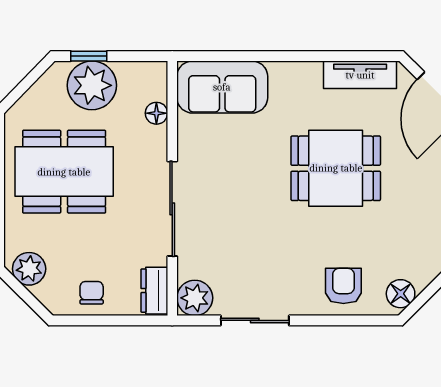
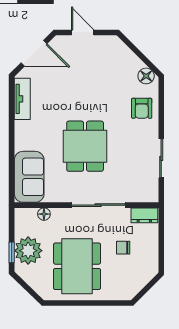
dining table: (336, 168) -> (85, 146), moved
plant: (29, 269) -> (132, 286), removed
armchair: (343, 286) -> (142, 108), turned -90
chair: (92, 293) -> (123, 248), moved
plant: (195, 298) -> (148, 192), removed

